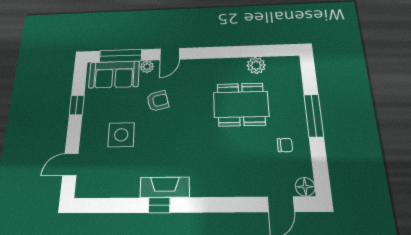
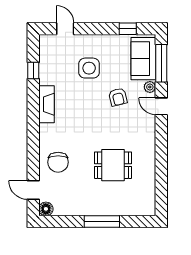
plant: (256, 65) -> (148, 179), removed
dining table: (241, 104) -> (113, 165), width x0.73
window: (77, 105) -> (128, 29), moved
chair: (285, 145) -> (58, 162), moved, width x1.87, depth x1.87
window: (159, 205) -> (33, 70), moved

